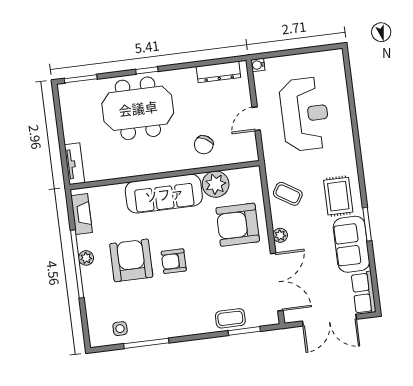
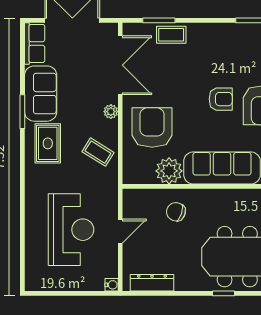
reception desk: (305, 114) -> (71, 230), turned 180
chair: (204, 145) -> (176, 212), turned -101
armchair: (238, 225) -> (152, 128), turned -90
double door: (277, 282) -> (120, 65), swing flipped

